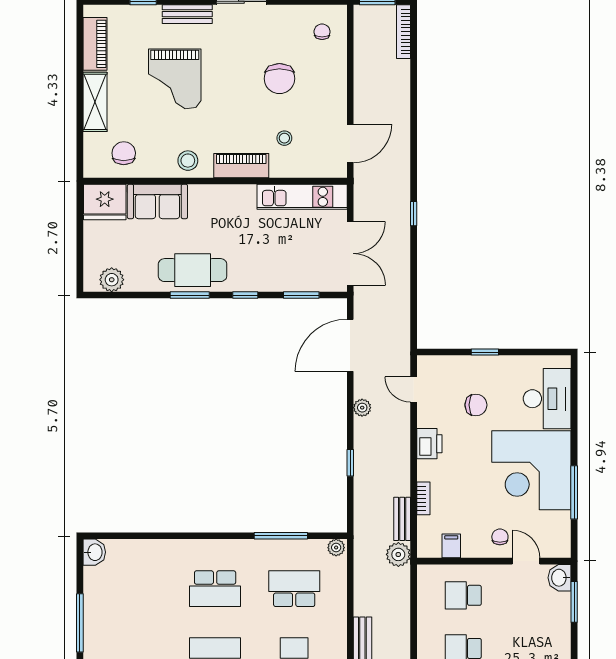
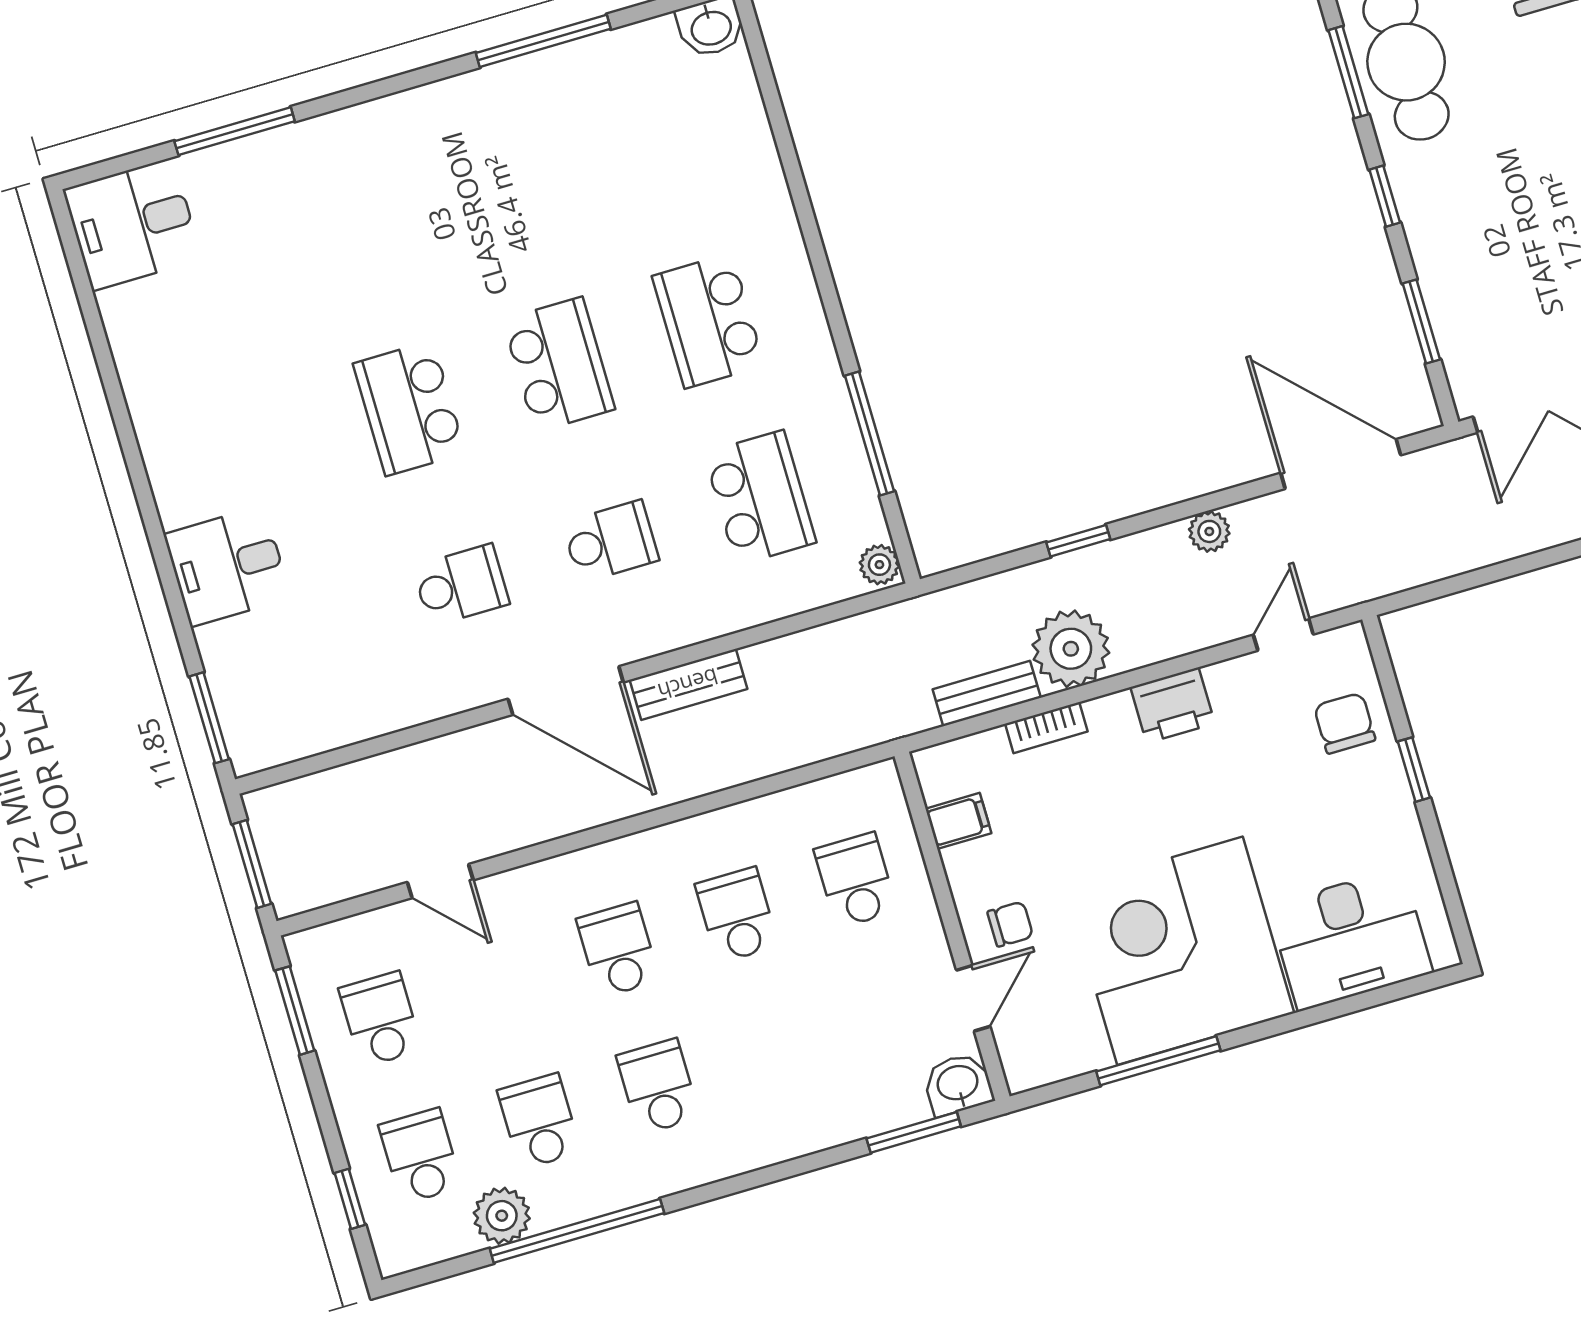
chair: (476, 405) -> (1345, 723), moved, turned 180
plant: (398, 554) -> (1071, 649), moved, width x1.36, depth x1.36

